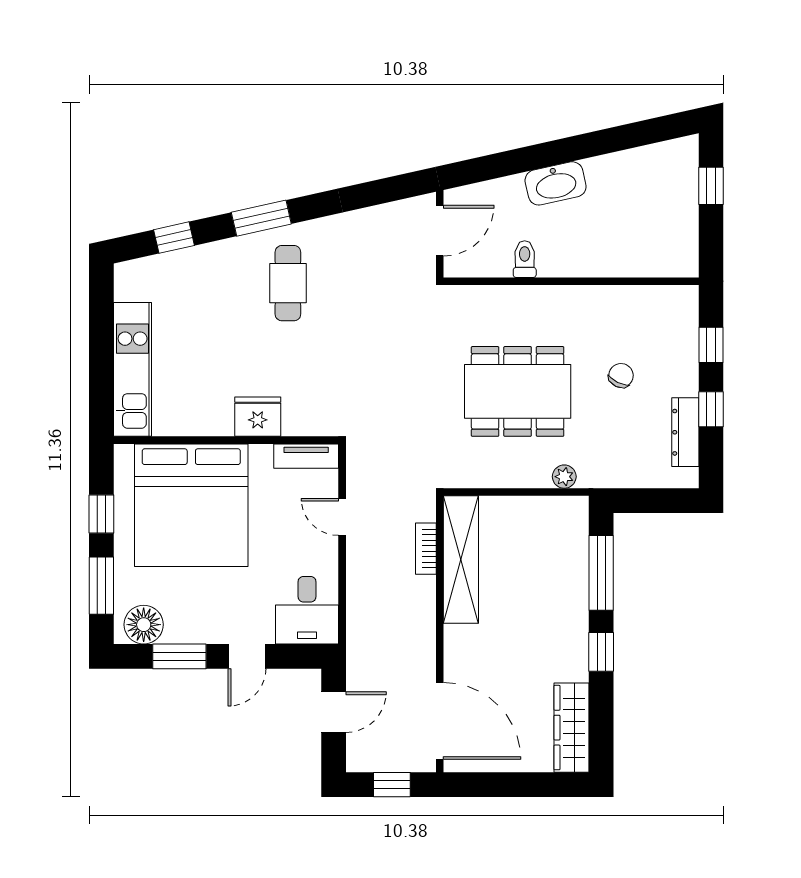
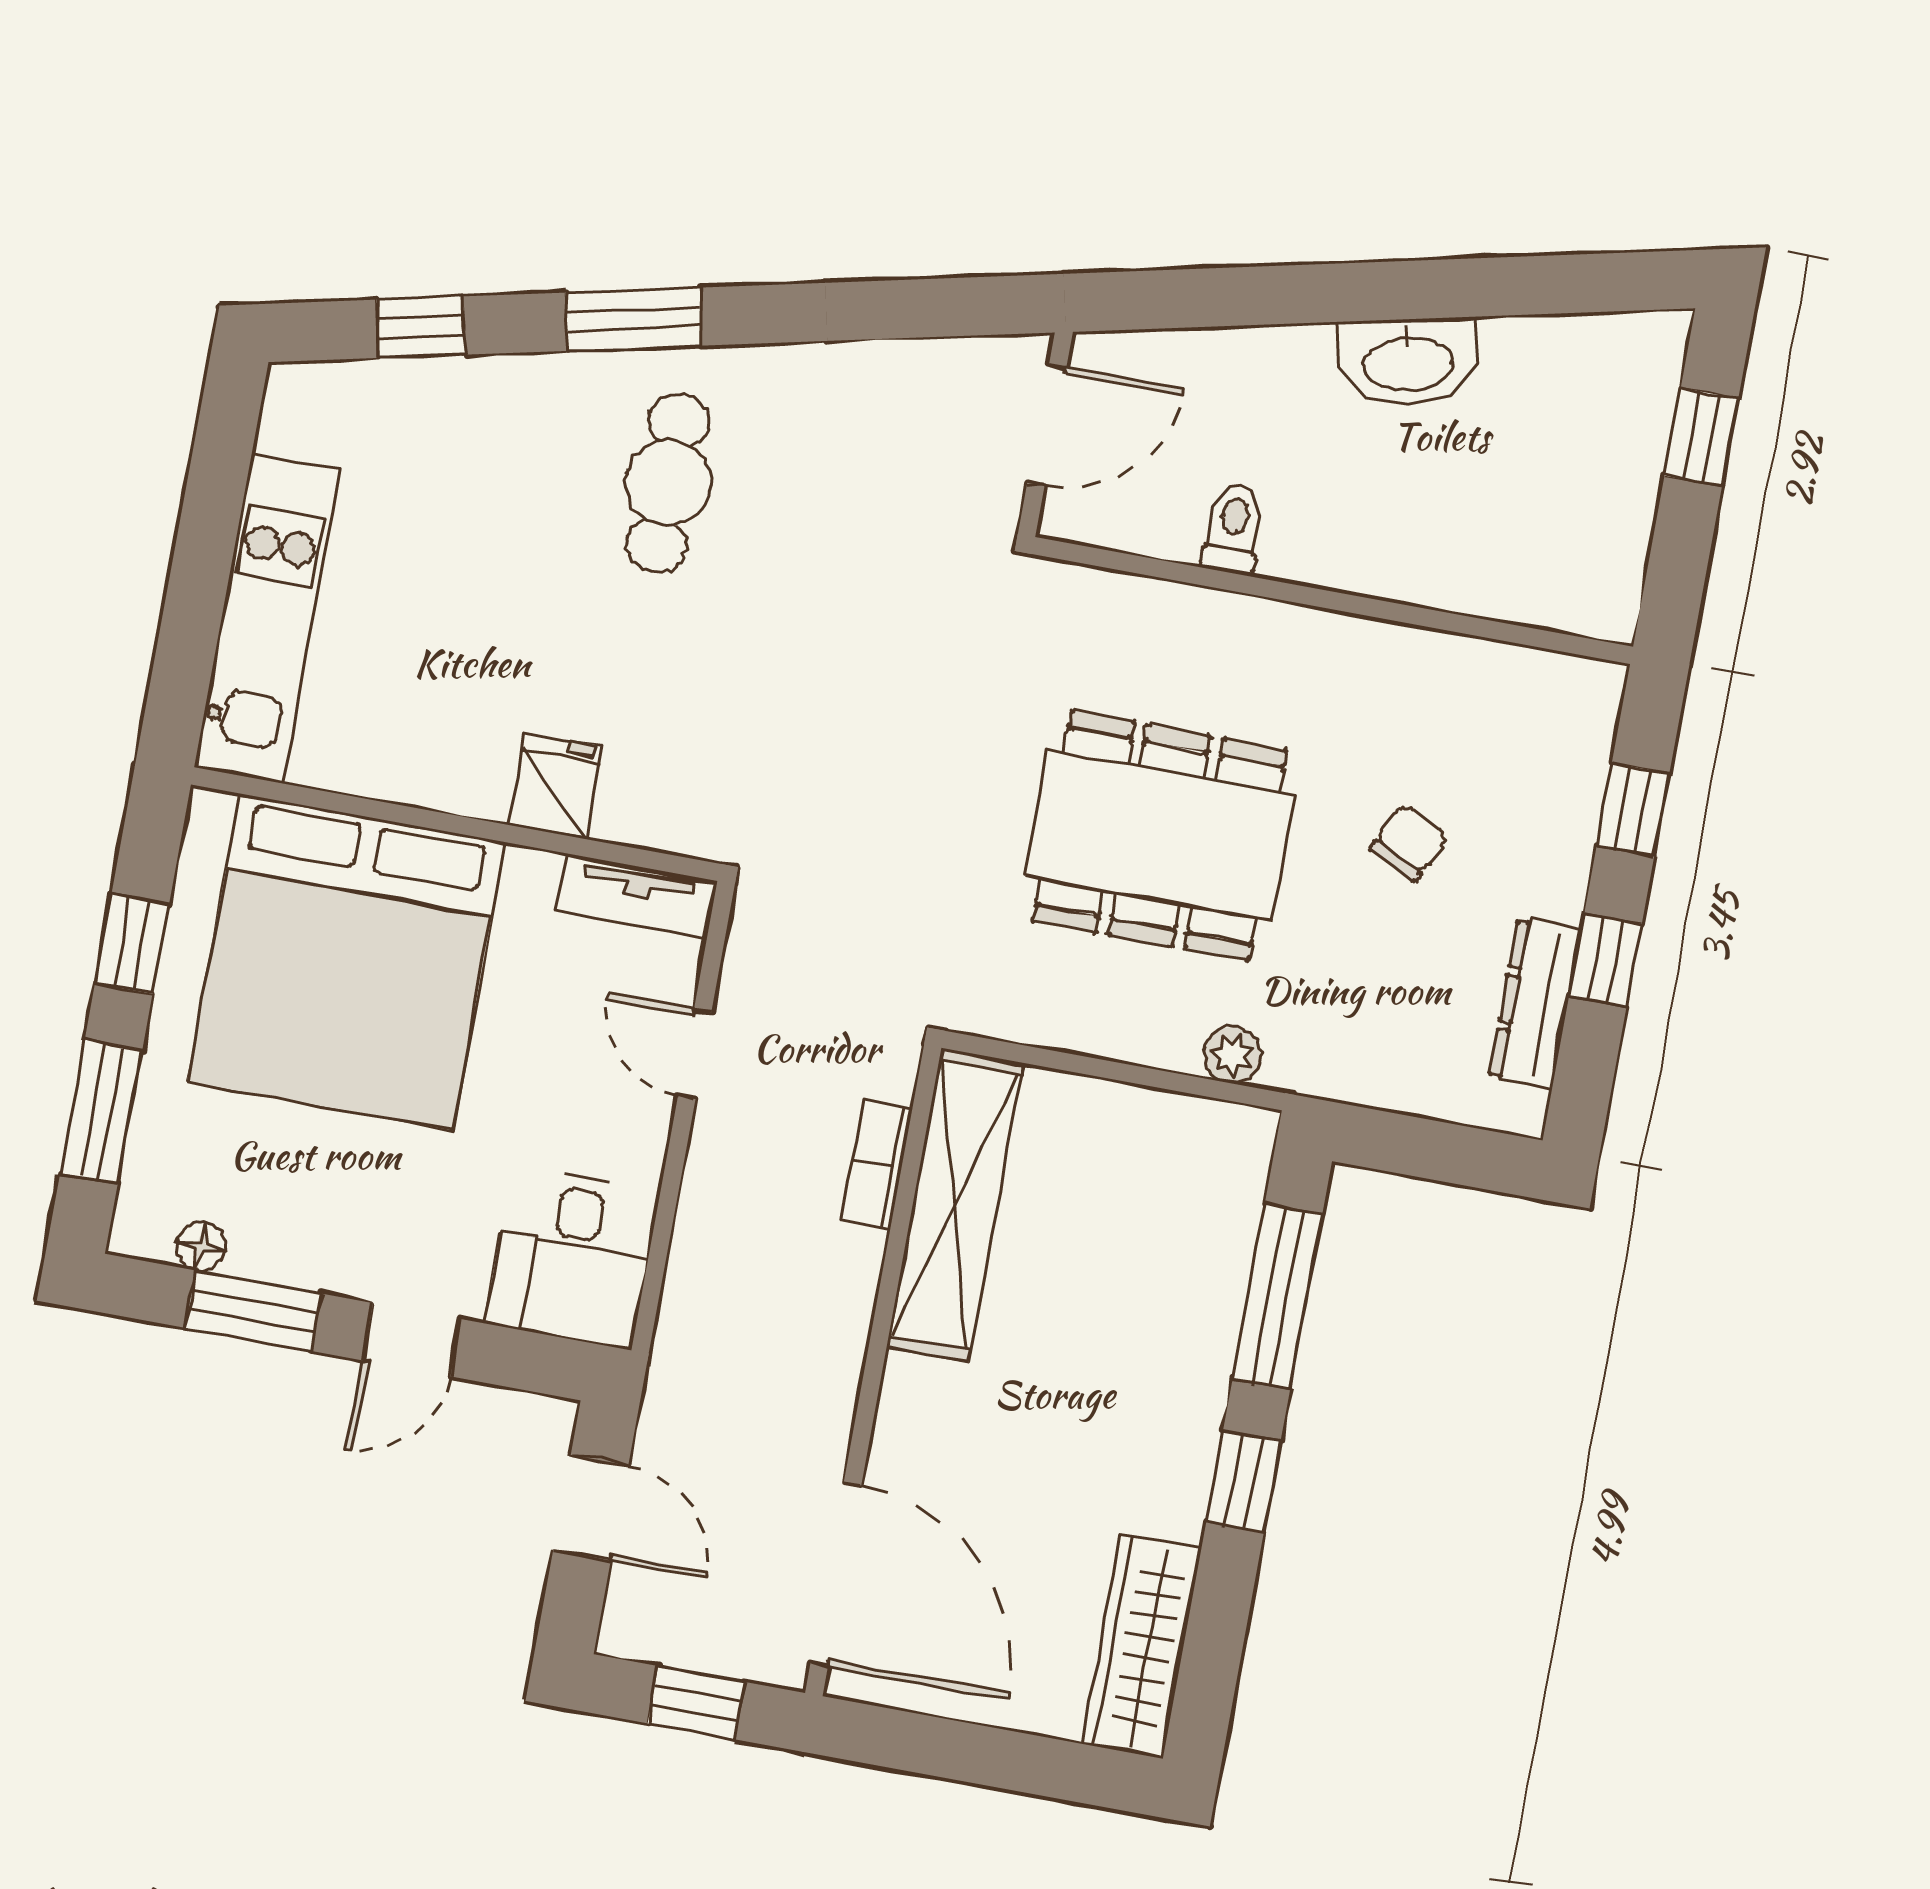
washbasin: (556, 183) -> (1408, 362), moved
fridge: (258, 417) -> (555, 786), width x0.72
floor lamp: (144, 625) -> (201, 1246), width x0.53, depth x0.53
door: (334, 712) -> (591, 1508), hinge flipped

